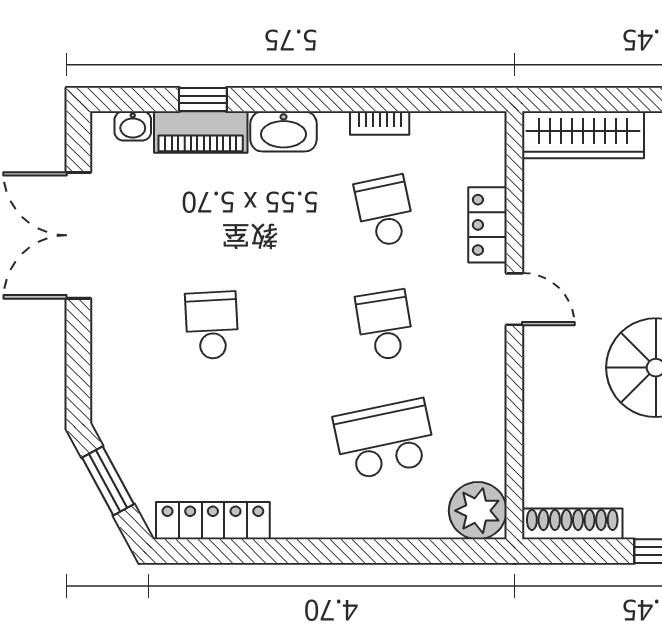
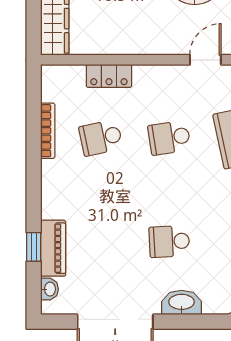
bookcase: (380, 123) -> (48, 131), width x1.56
washbasin: (284, 131) -> (182, 303), moved, turned -90
door: (514, 299) -> (205, 60), moved

